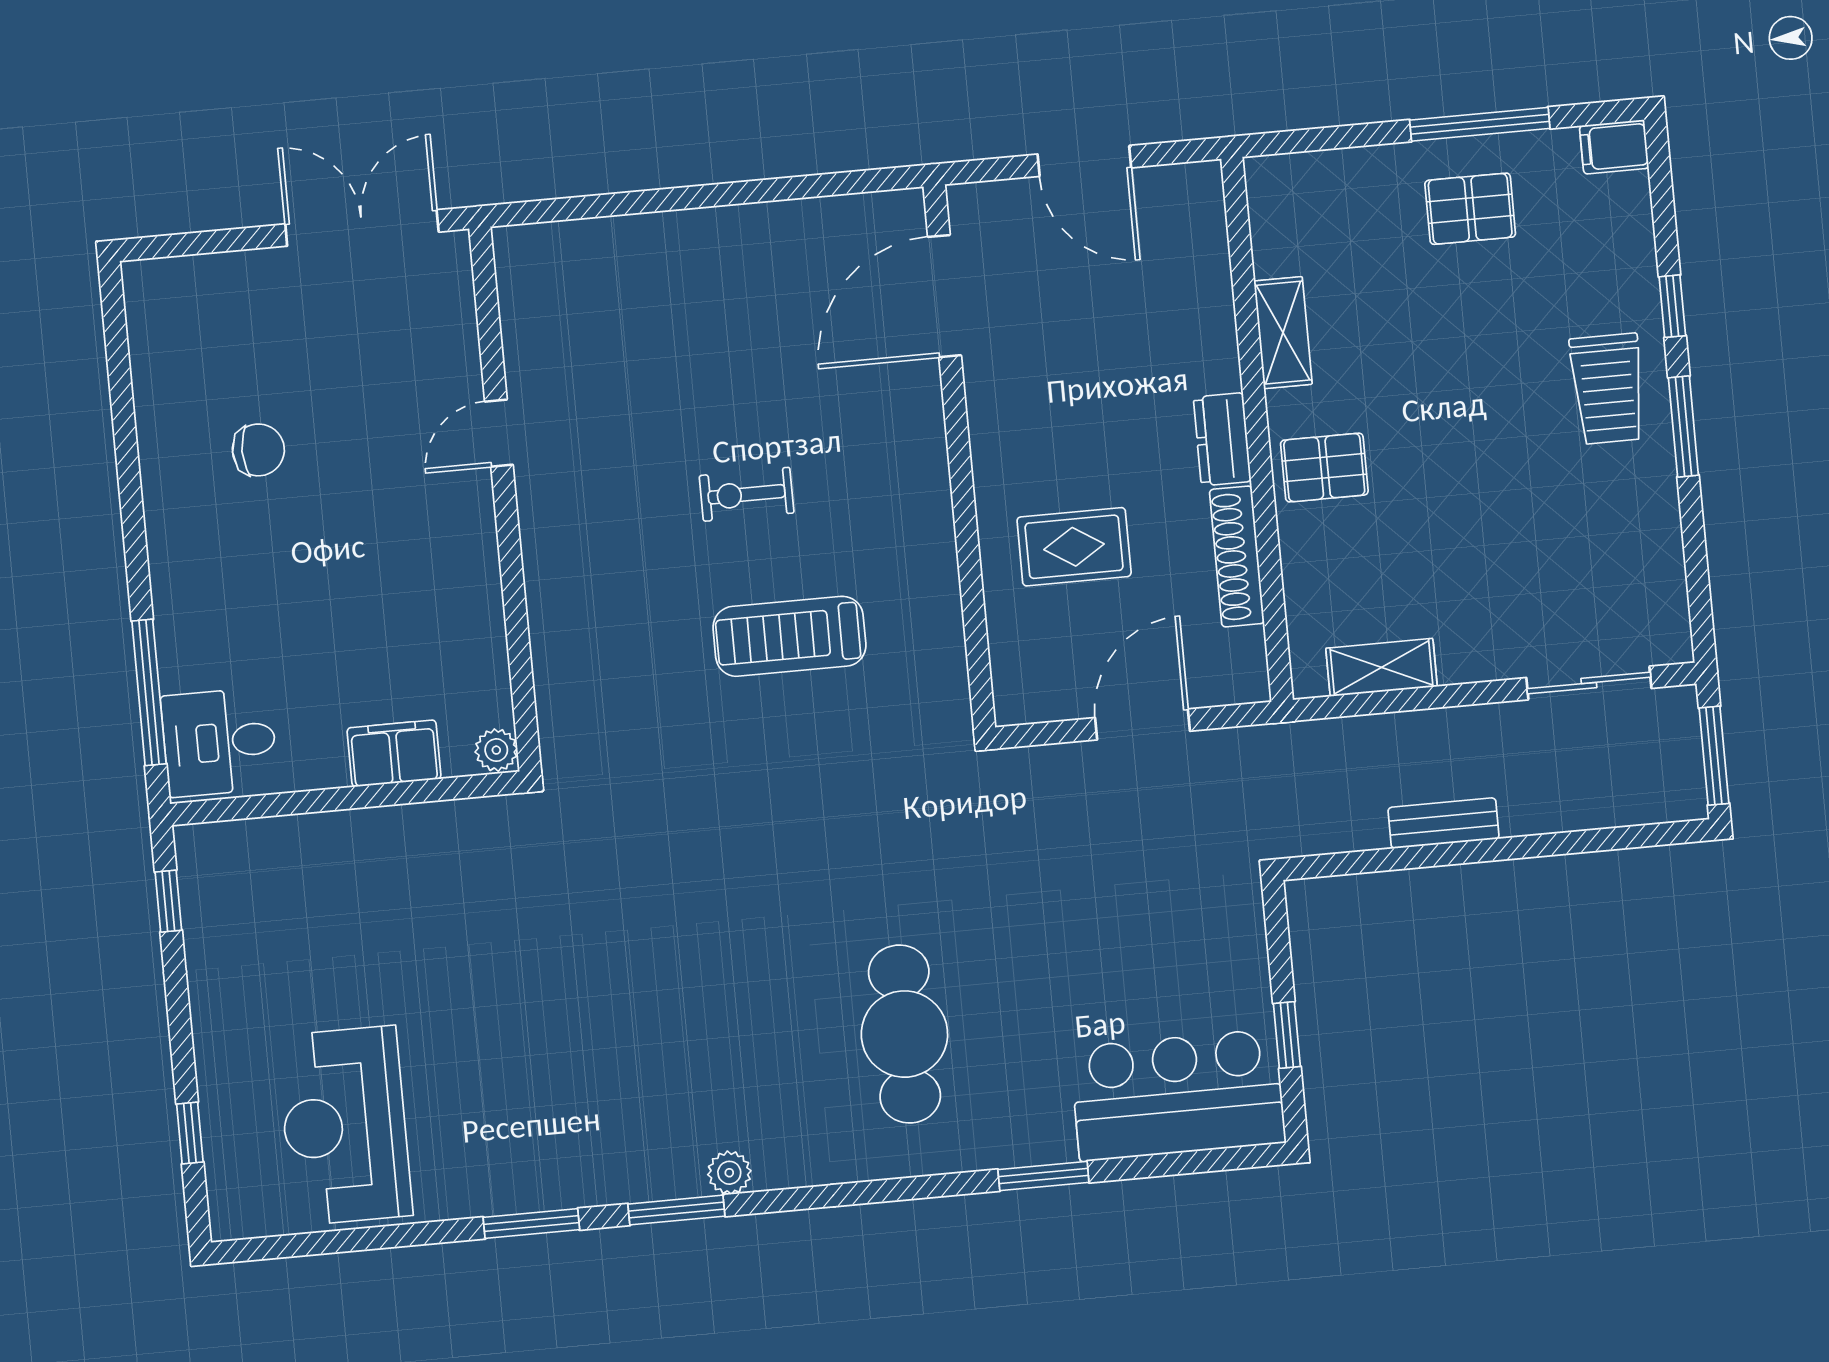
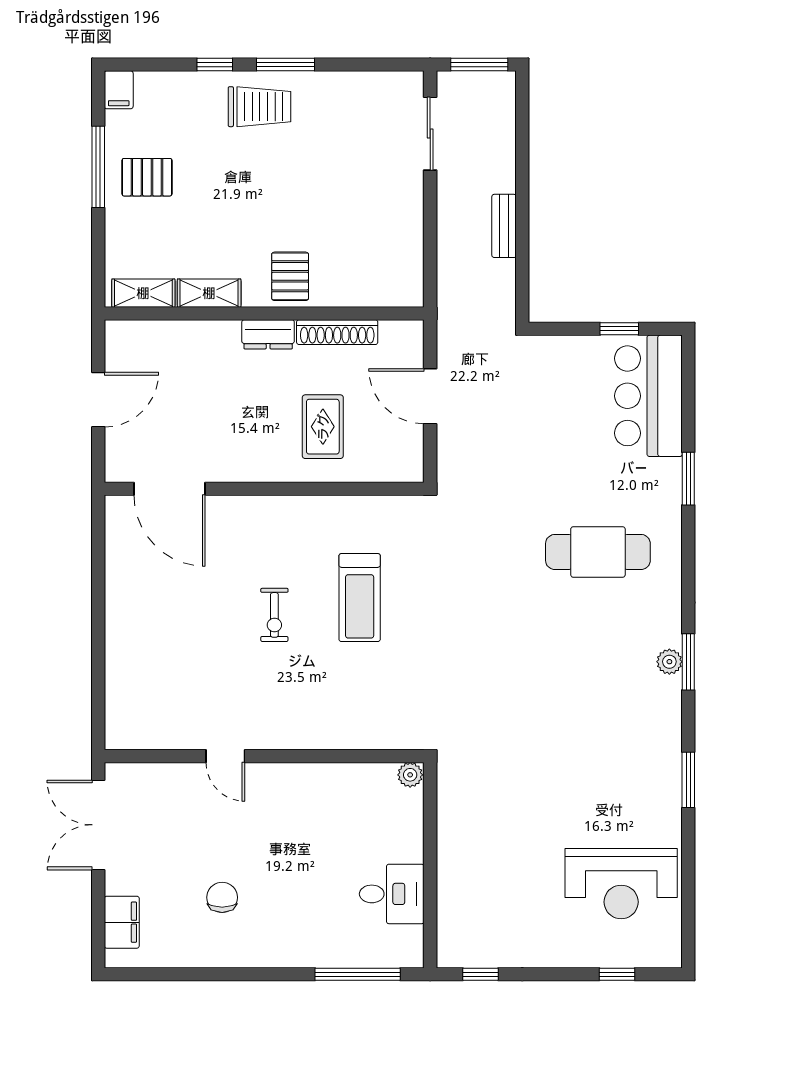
pallet: (1470, 209) -> (147, 177), turned 90
shelving: (1382, 667) -> (143, 293), moved, turned 90
desk: (219, 742) -> (392, 894), moved, turned -90
filing cabinet: (394, 753) -> (122, 922), moved, turned 180
window: (676, 1210) -> (688, 662), moved

